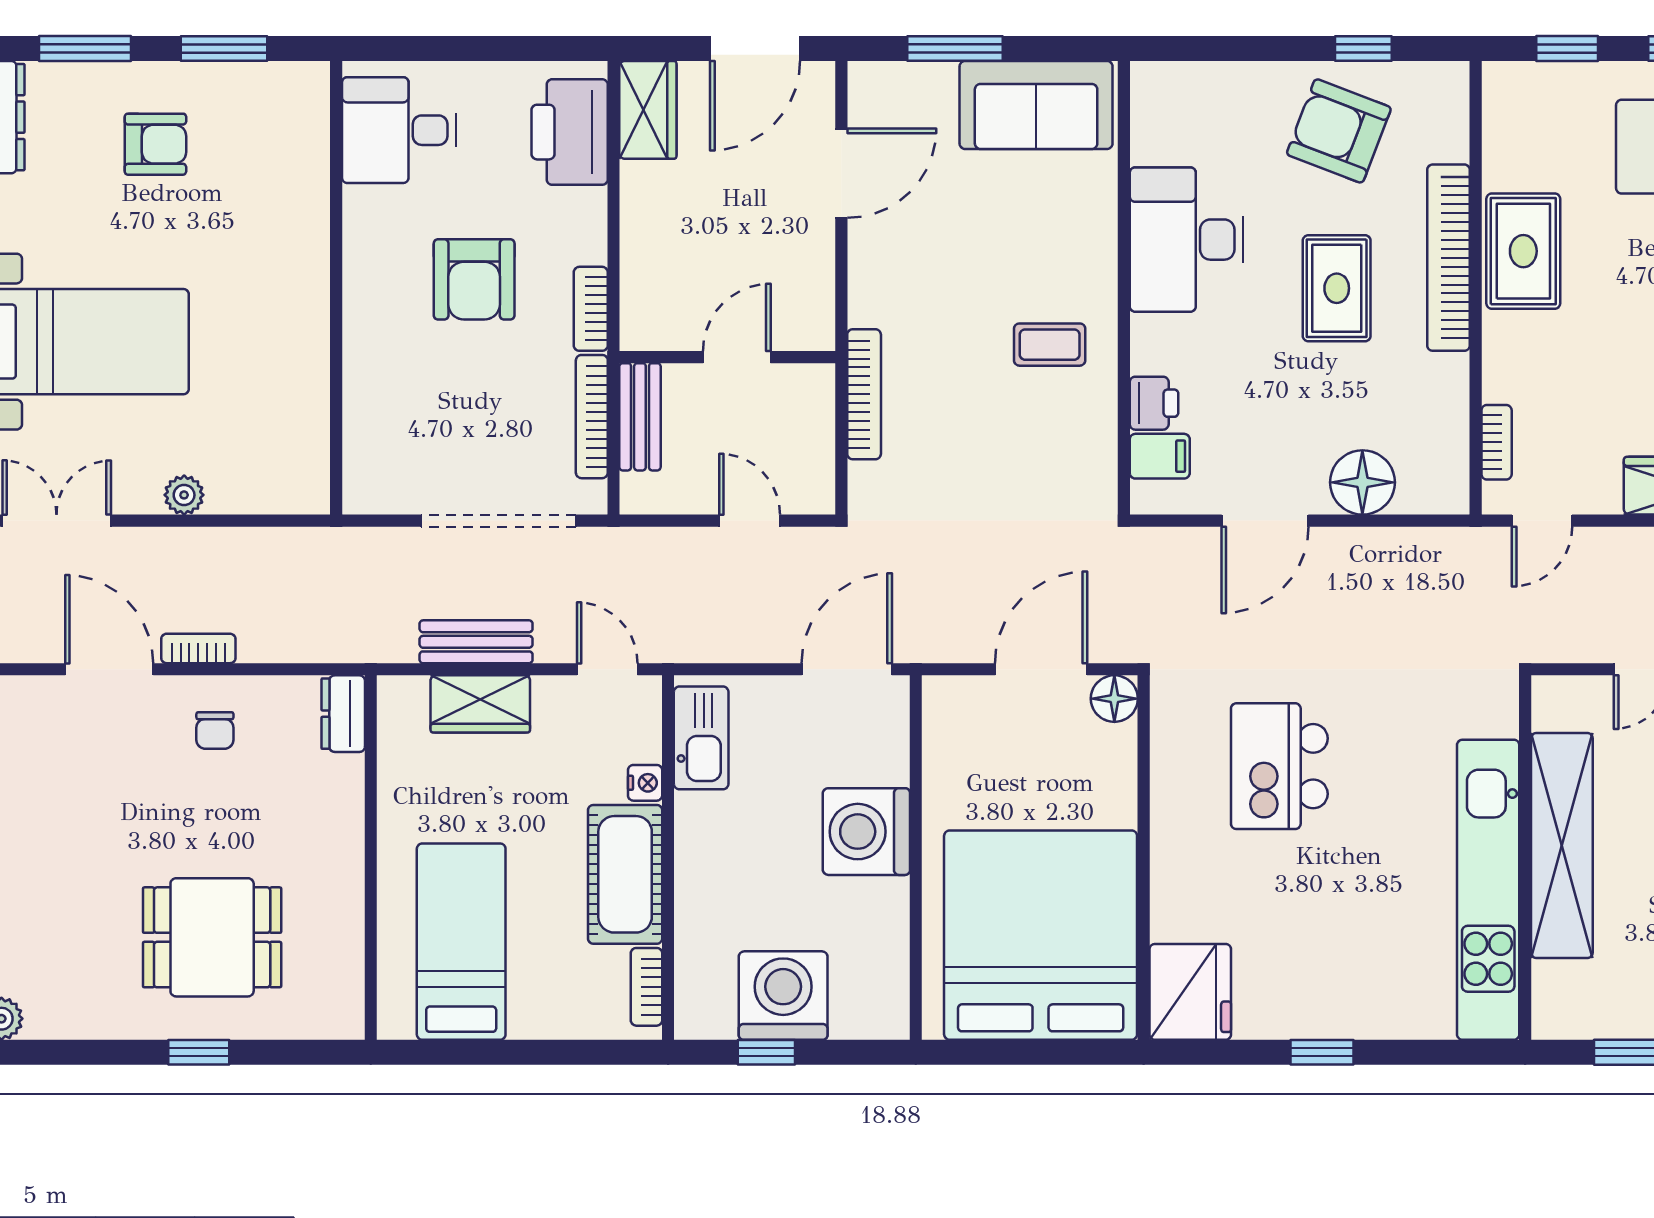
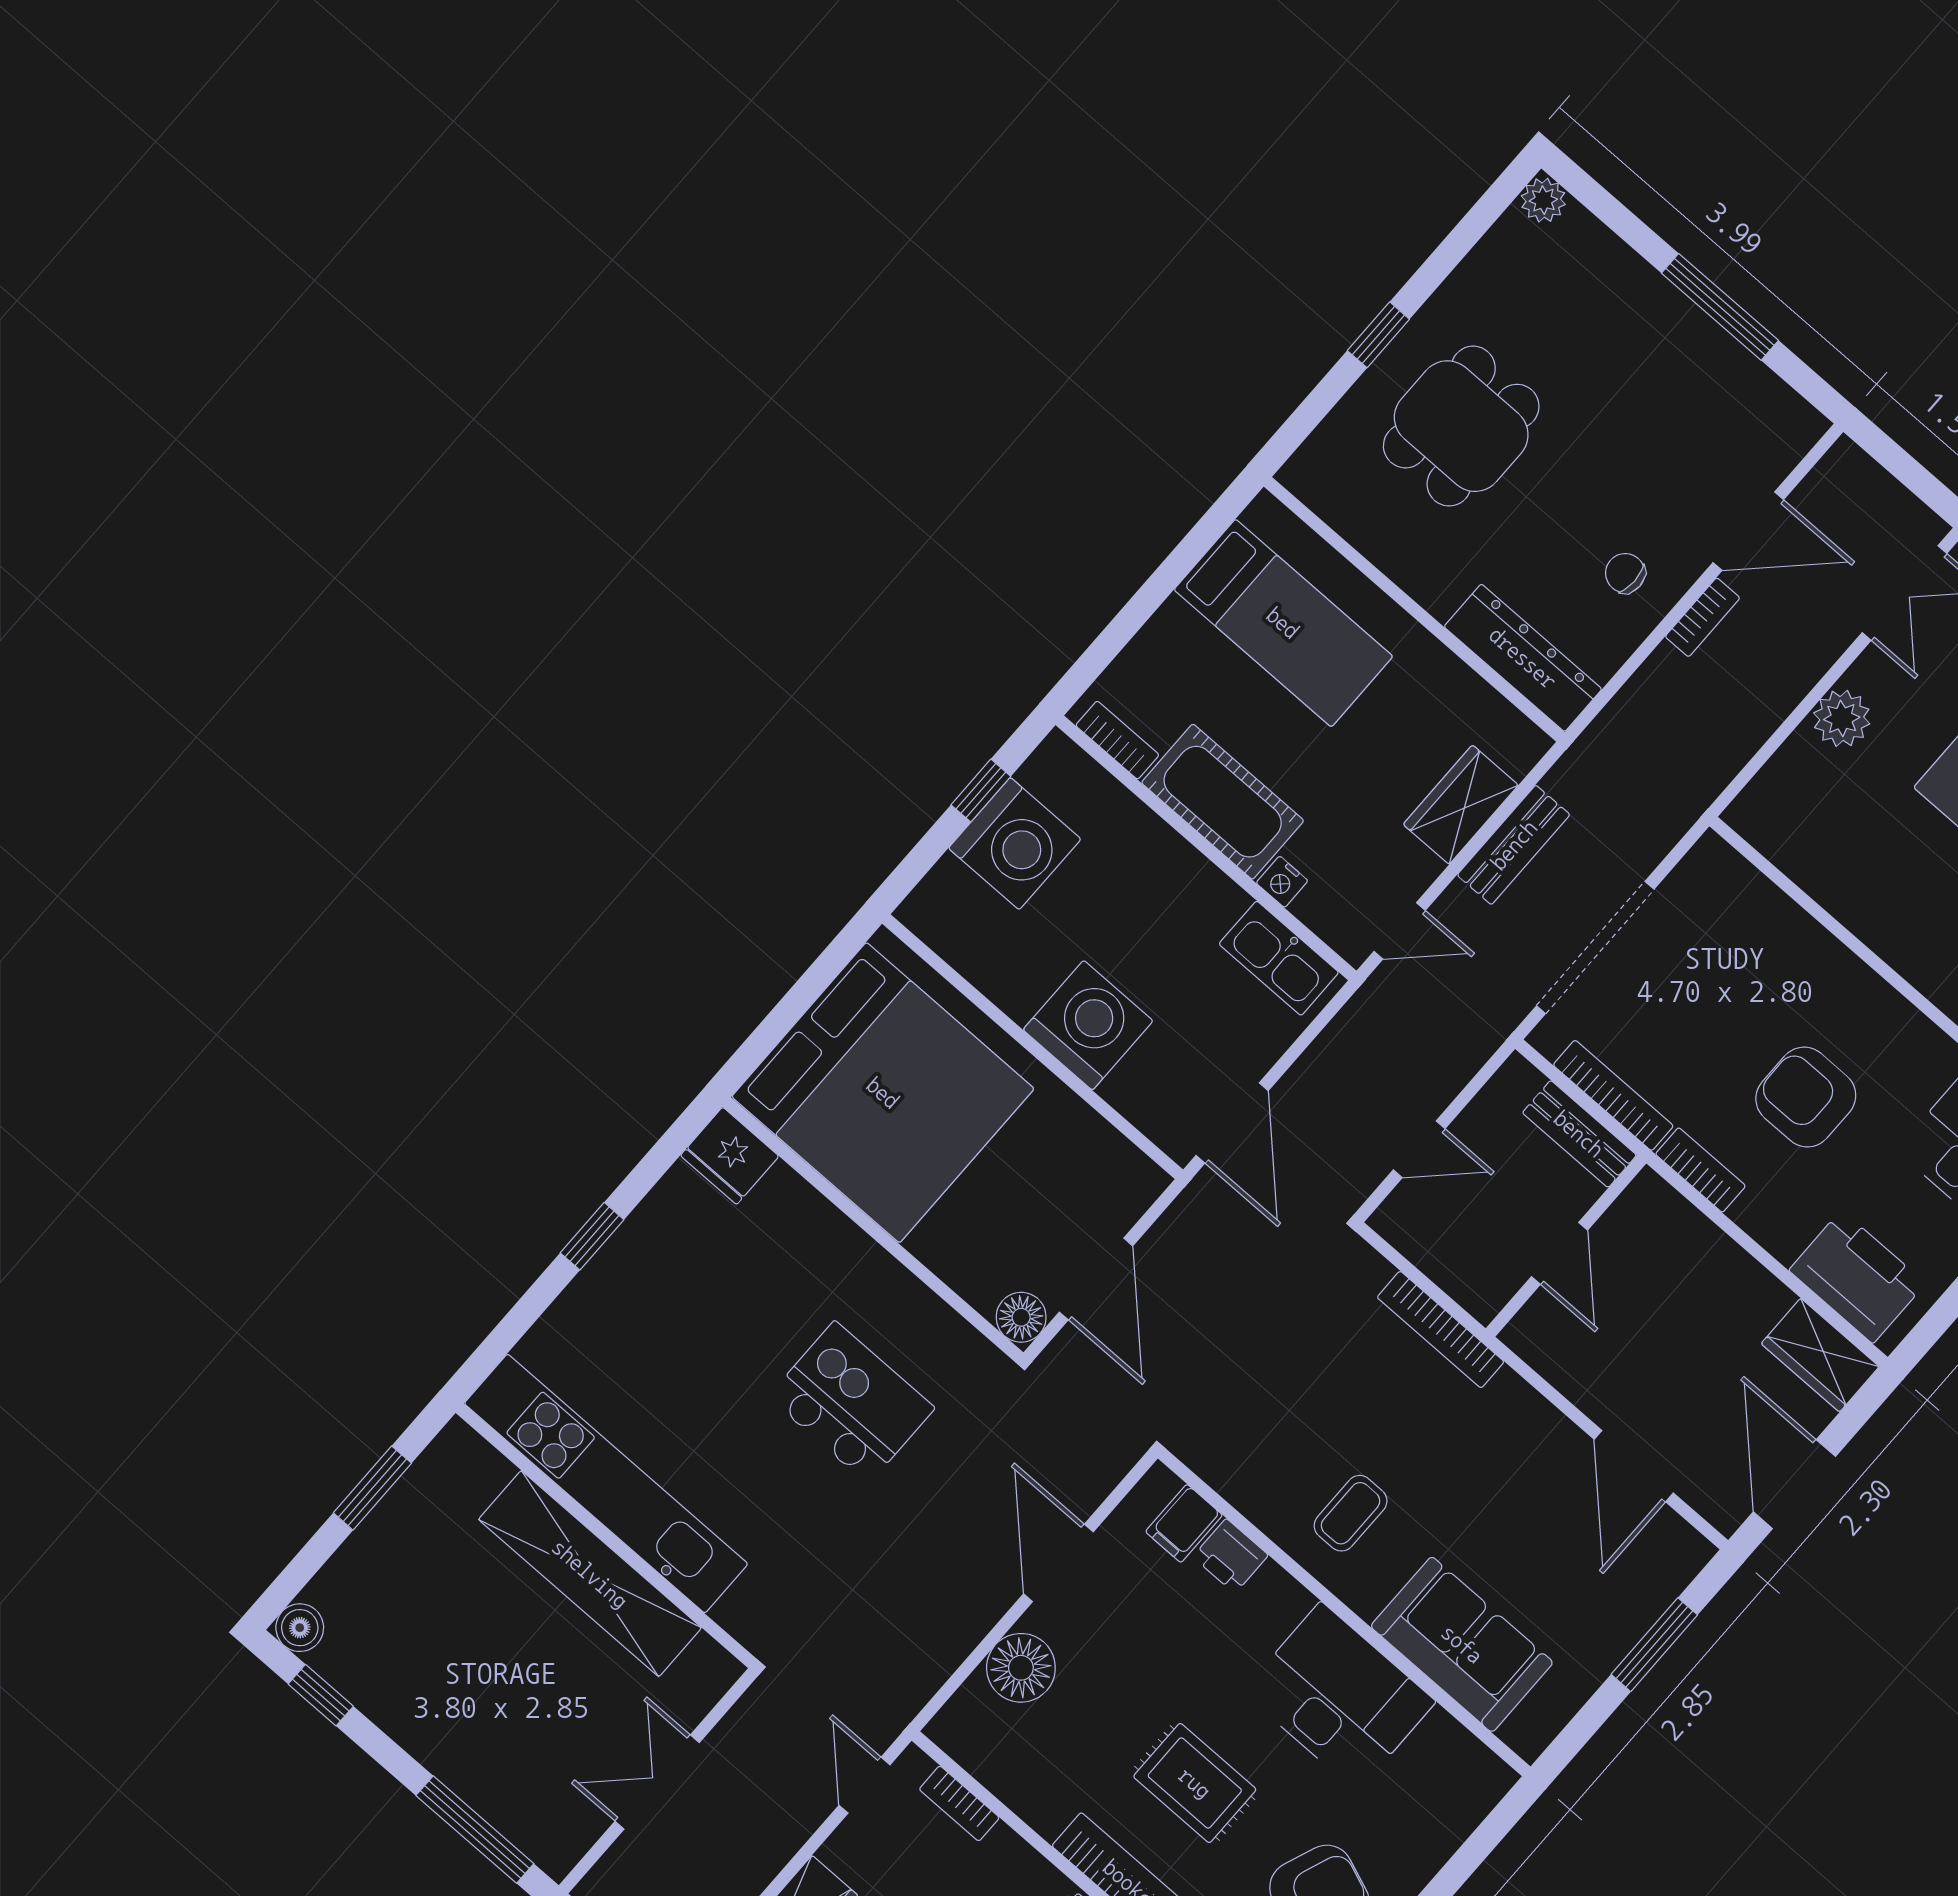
sofa: (1036, 105) -> (1462, 1644), moved, turned 90
plant: (184, 495) -> (1842, 718), width x1.38, depth x1.38
dresser: (343, 714) -> (1523, 658), width x1.96, depth x1.24
fridge: (1190, 992) -> (730, 1156), width x0.73, depth x0.75

